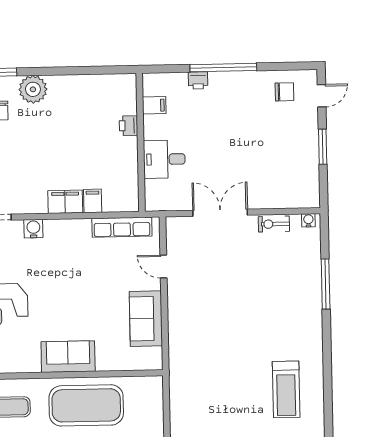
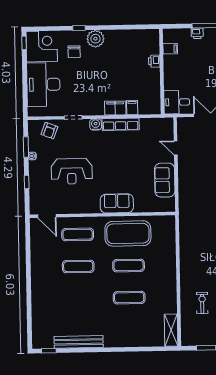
desk: (164, 159) -> (177, 102), moved
row of seats: (122, 227) -> (121, 124), moved

